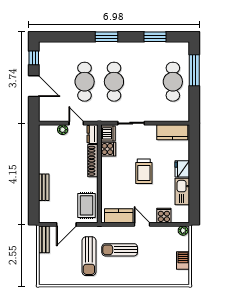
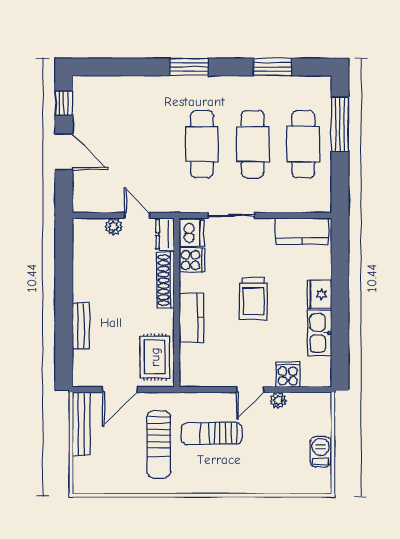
cafe table: (85, 82) -> (253, 144), moved
kitchen counter: (119, 216) -> (191, 318), moved, turned 90
door: (142, 224) -> (250, 390), swing flipped
plant: (183, 231) -> (278, 400), moved
bench: (44, 239) -> (81, 424), width x1.36

